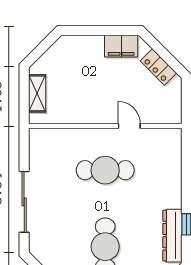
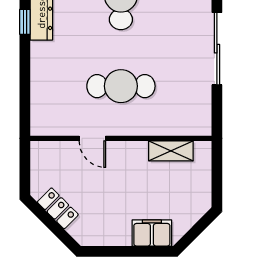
filing cabinet: (121, 46) -> (152, 233), moved
shelving: (37, 93) -> (171, 151), moved, turned 90

